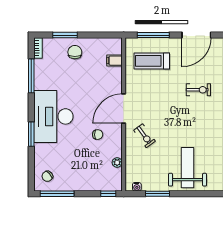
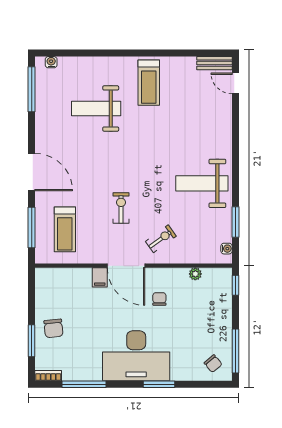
chair: (75, 52) -> (53, 328), turned -96
filing cabinet: (114, 61) -> (100, 277), moved
exercise bike: (198, 90) -> (121, 208), moved

